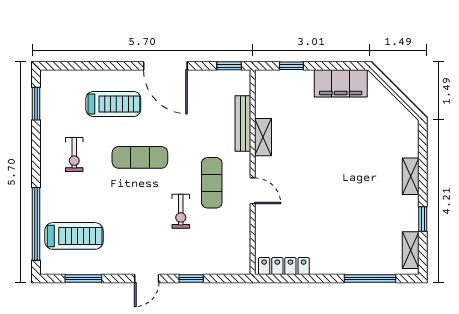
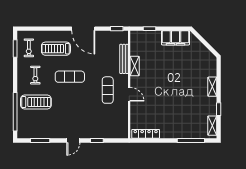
treadmill: (113, 104) -> (56, 49), turned 180
exercise bike: (181, 211) -> (29, 48), moved
treadmill: (74, 236) -> (36, 102), moved

